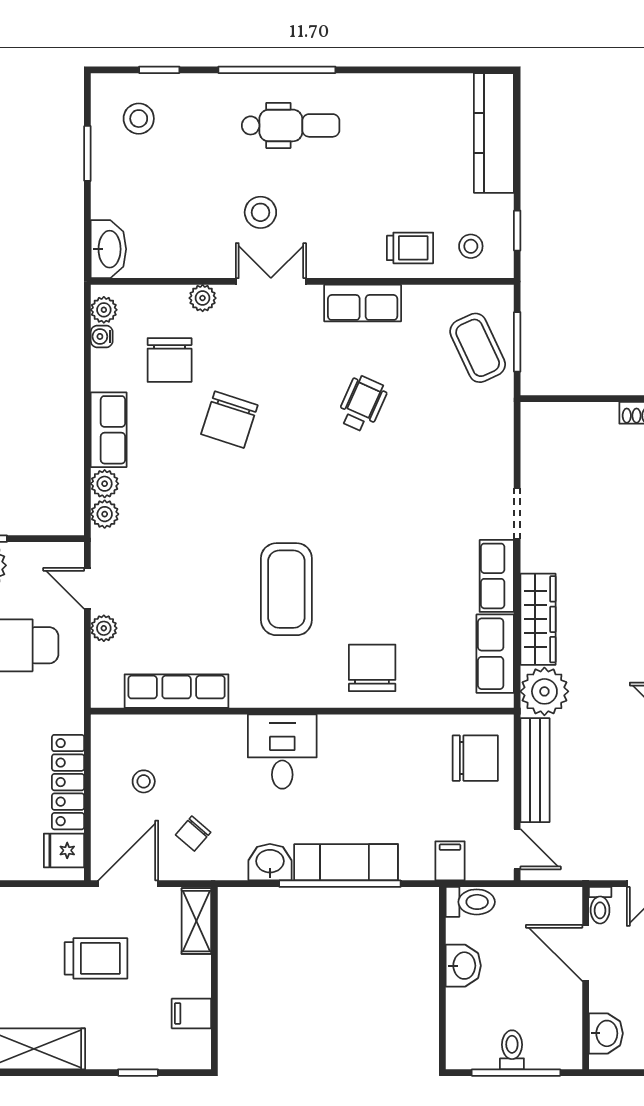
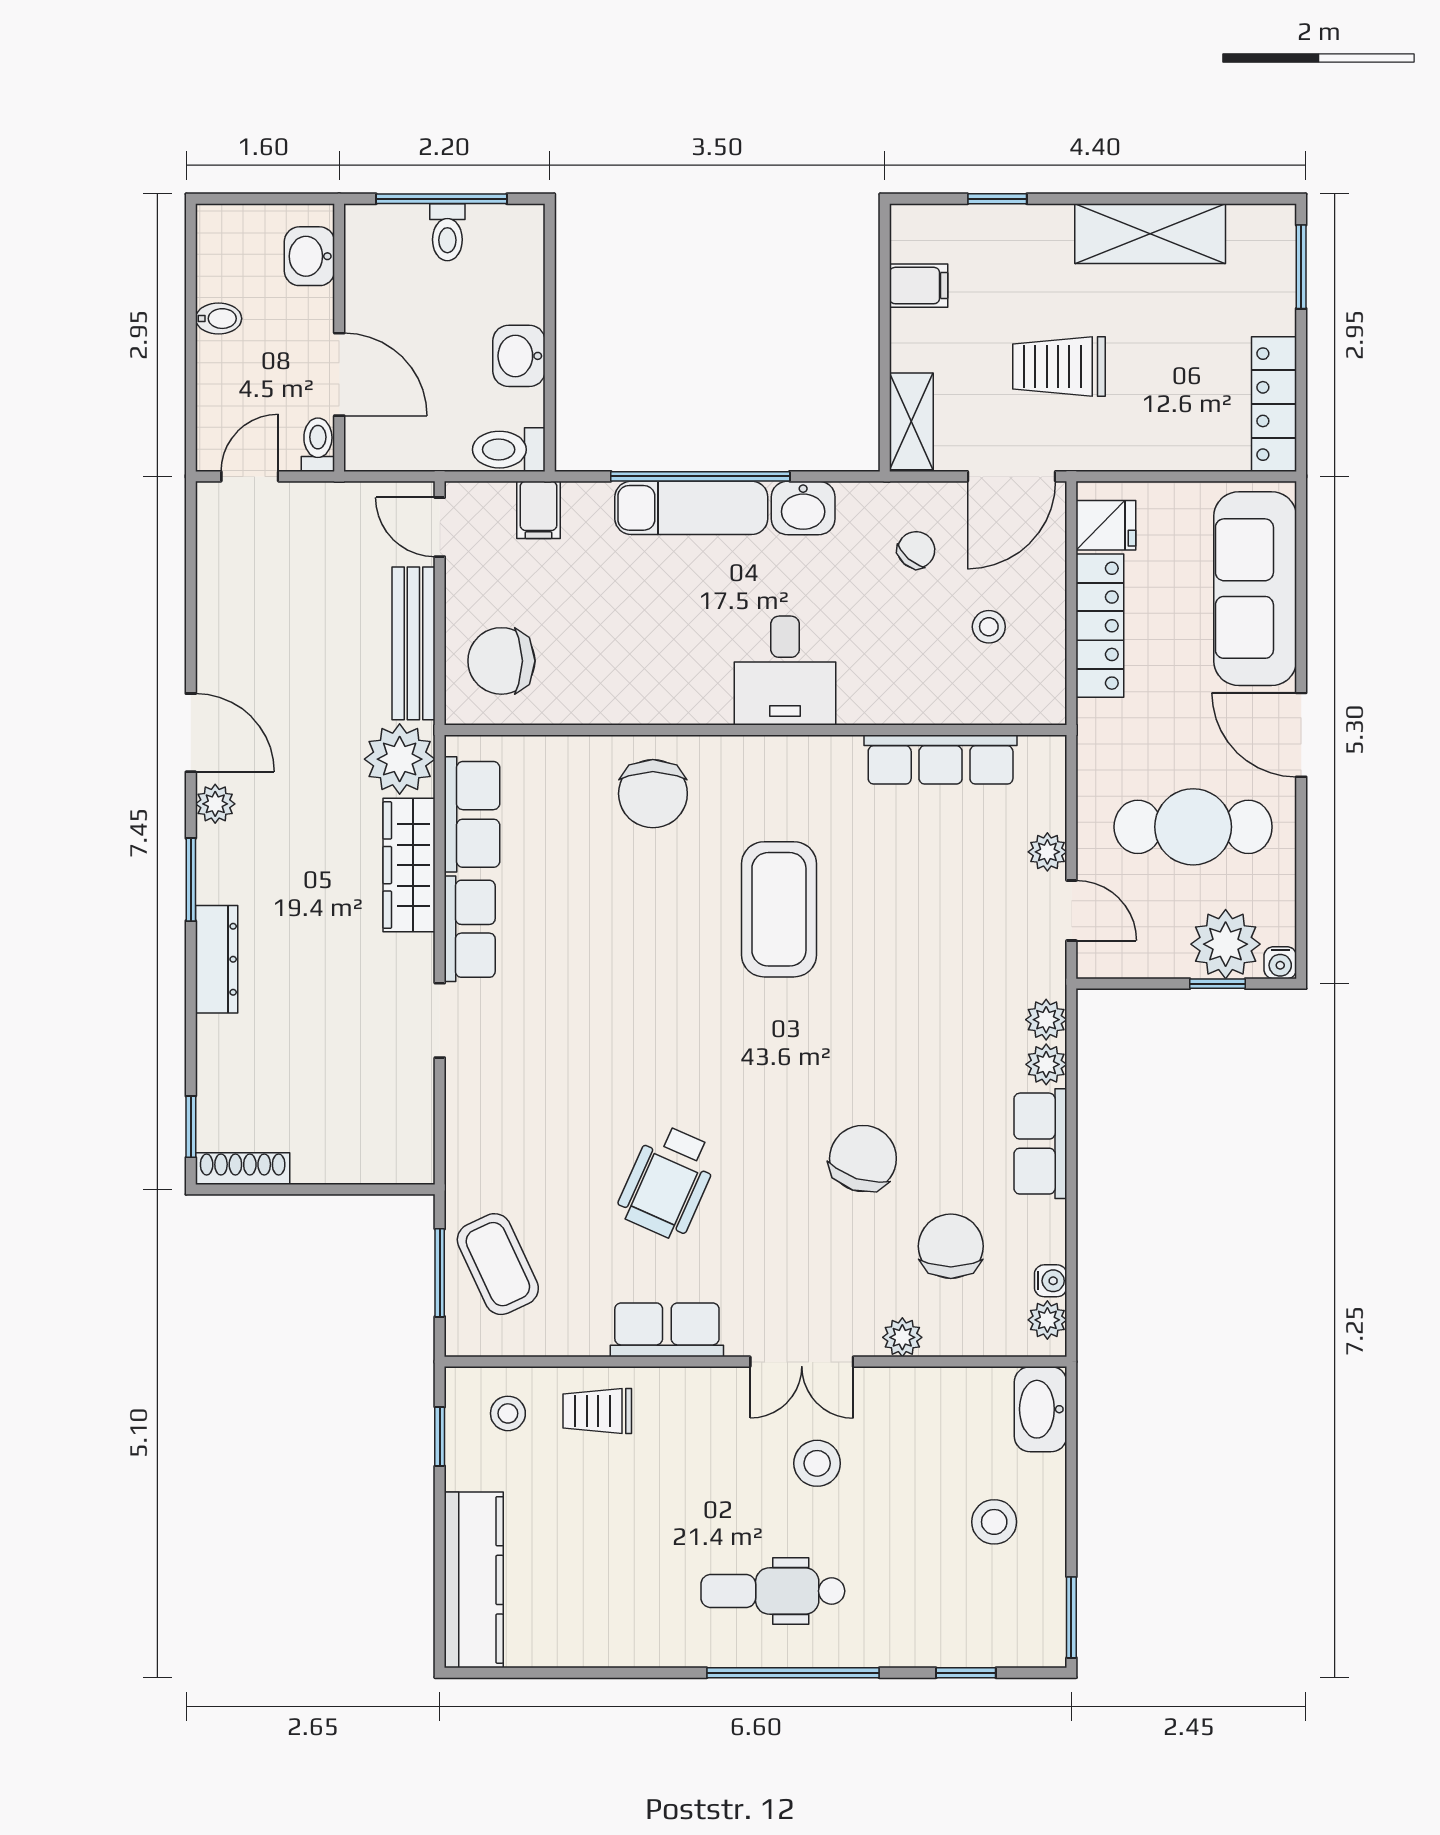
stool: (139, 119) -> (994, 1522), moved
window: (87, 153) -> (1071, 1617), moved
wheelchair: (362, 404) -> (668, 1182), width x1.36, depth x1.37

